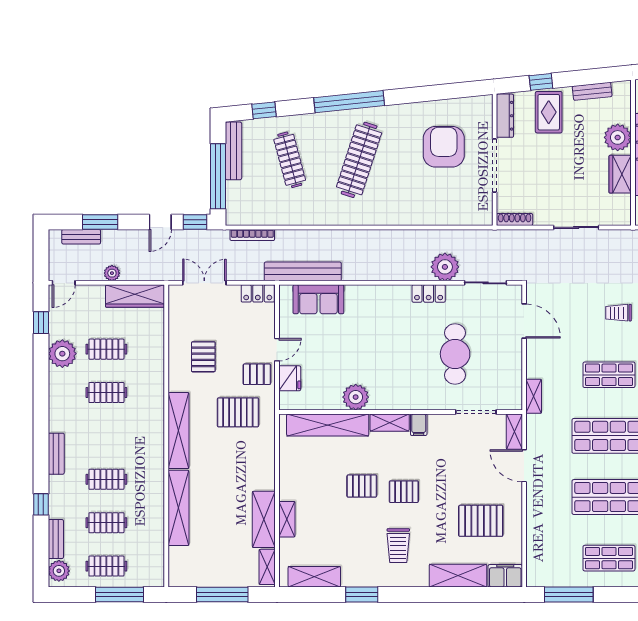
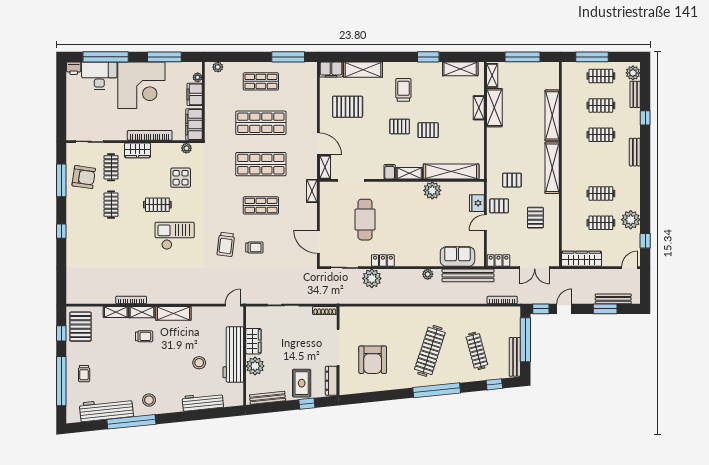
bench: (592, 91) -> (268, 398), width x1.36
bench: (81, 237) -> (613, 299), width x1.36
plant: (112, 273) -> (428, 274), moved
pallet: (238, 412) -> (512, 180), width x0.67, depth x0.71

